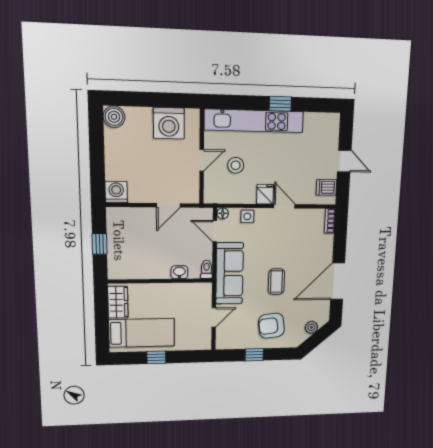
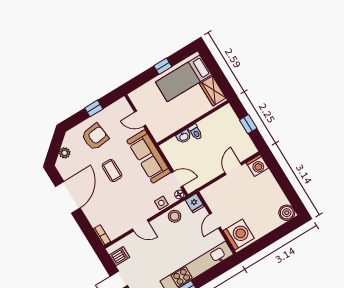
washing machine: (169, 123) -> (239, 235), moved, turned 90
stool: (236, 165) -> (175, 216), moved
fridge: (265, 194) -> (195, 203), moved
door: (168, 205) -> (233, 169), moved
toilet: (207, 269) -> (195, 132), moved
door: (214, 317) -> (140, 119), hinge flipped

